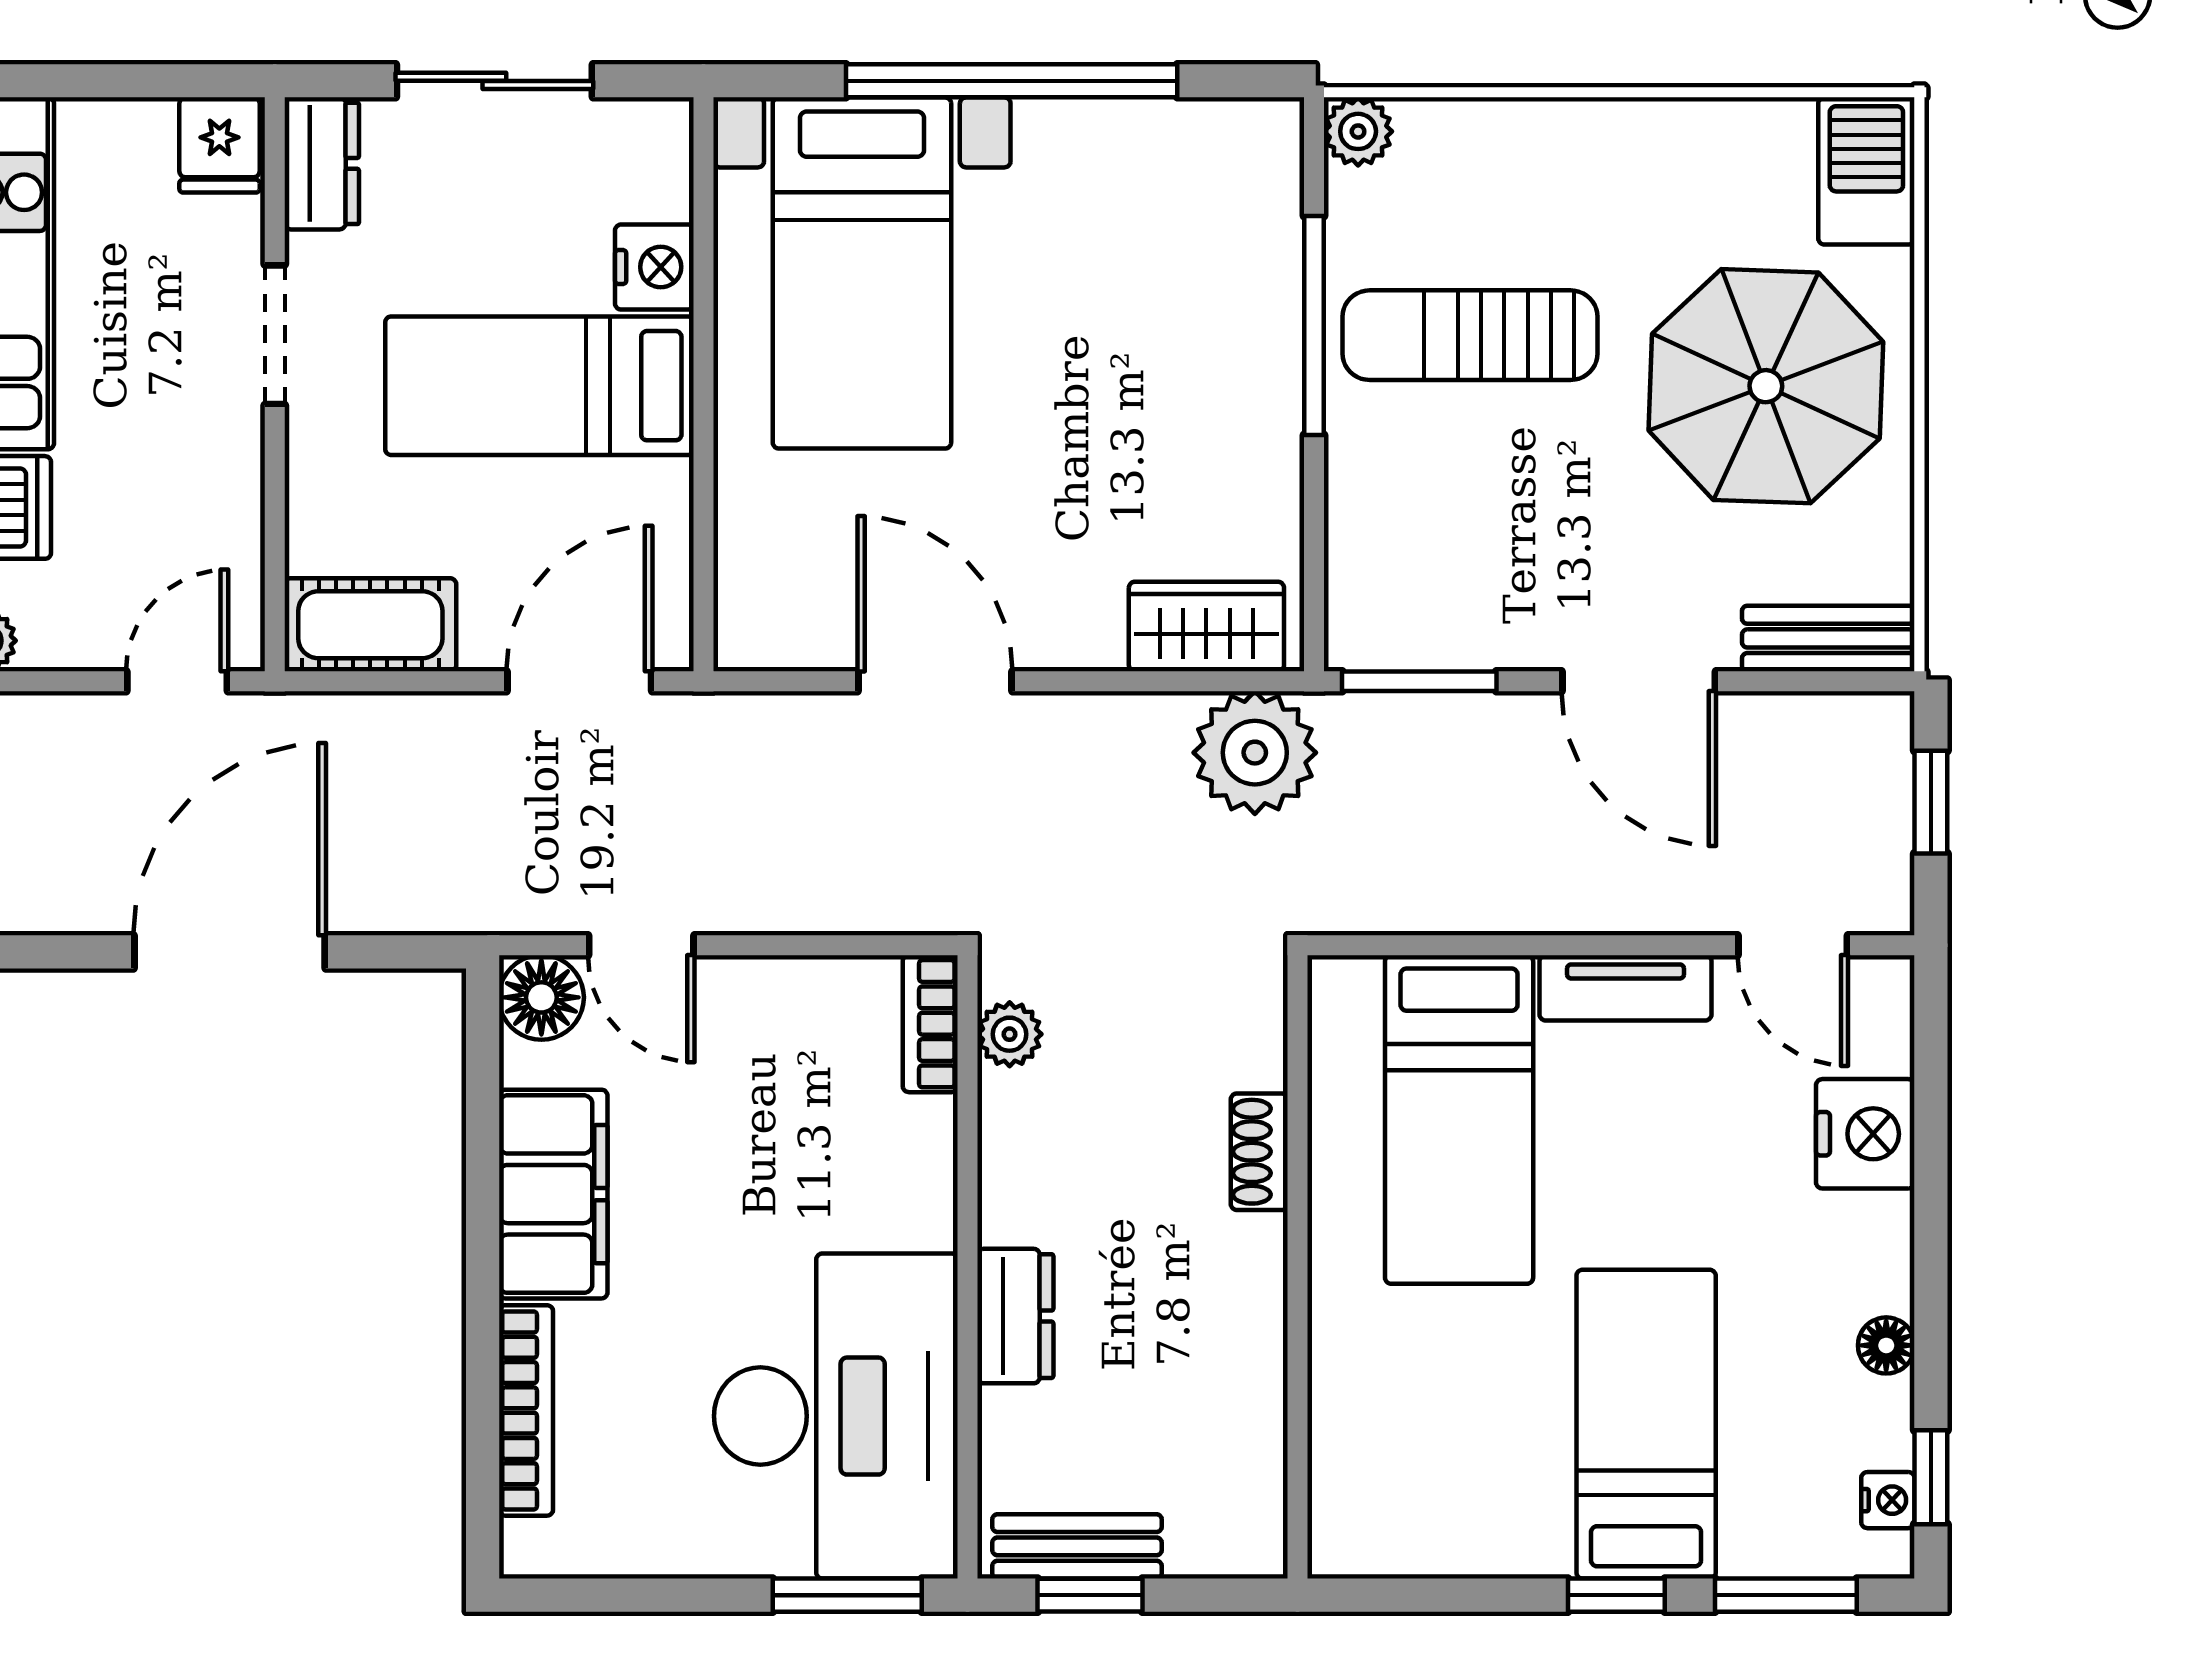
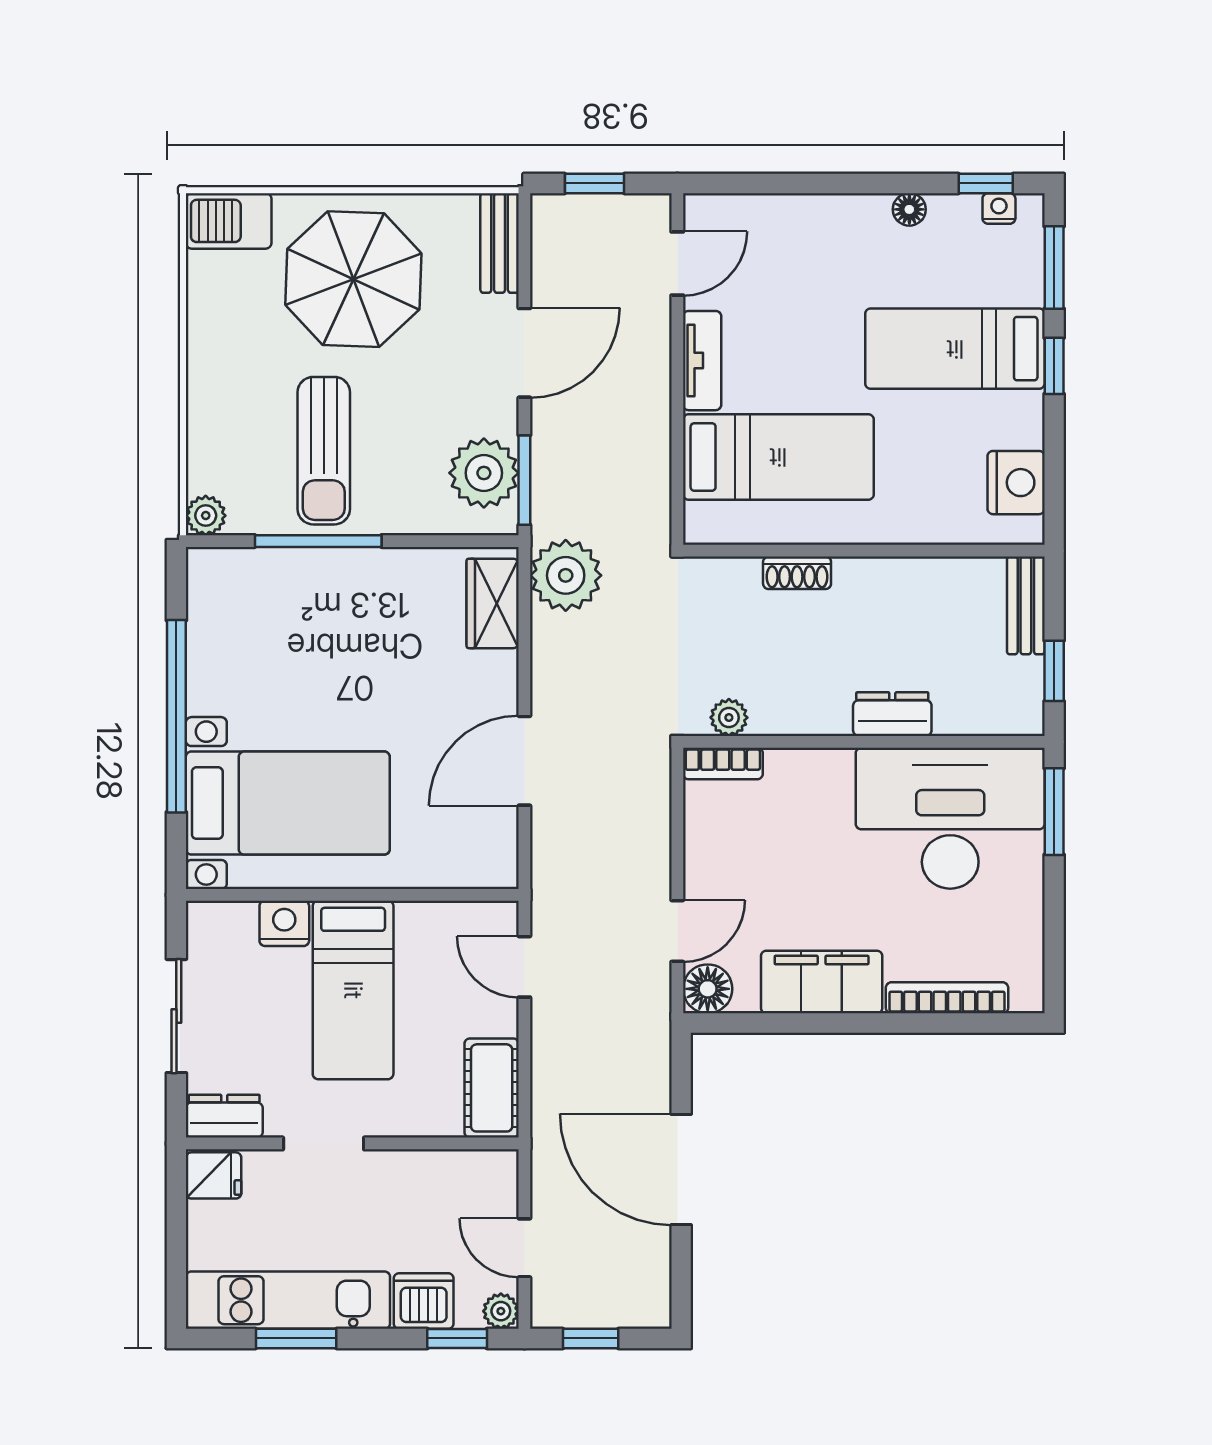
plant: (1431, 611) -> (484, 473), added
door: (177, 681) -> (524, 1248), moved
door: (579, 681) -> (524, 967), width x0.73
nightstand: (1865, 1134) -> (1016, 483), moved, turned 90
bench: (1077, 1546) -> (1026, 605), moved

